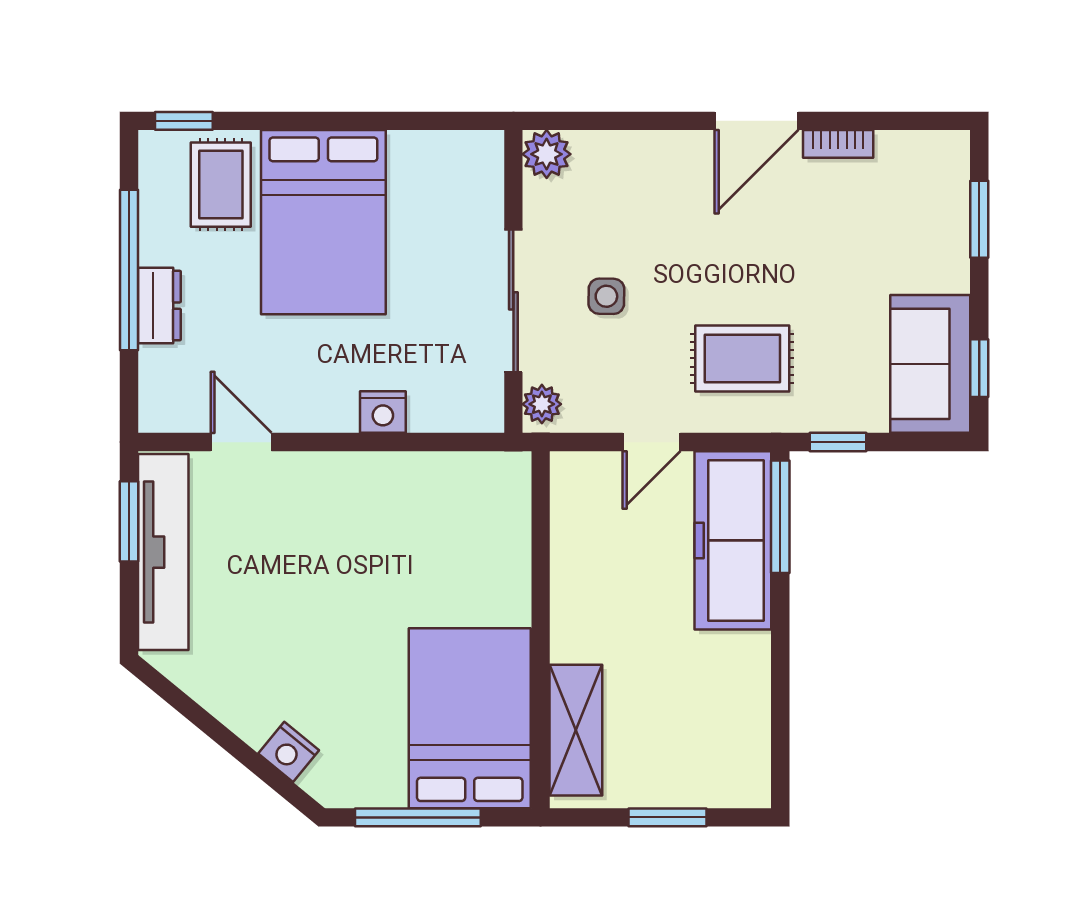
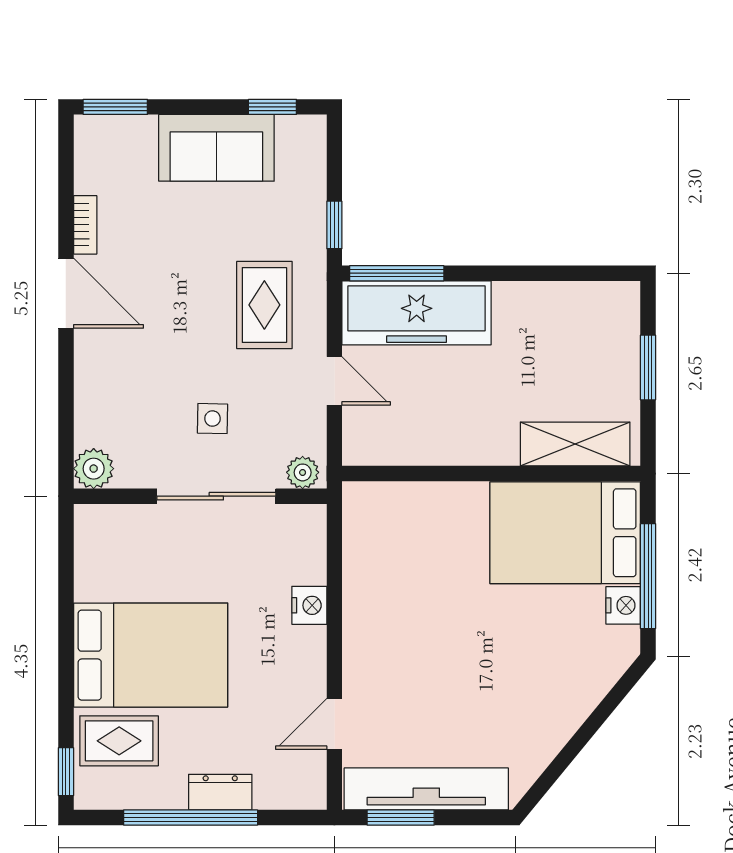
window: (979, 219) -> (115, 107), moved
sofa: (930, 364) -> (216, 148), moved
nightstand: (289, 752) -> (623, 605), moved, turned -39

